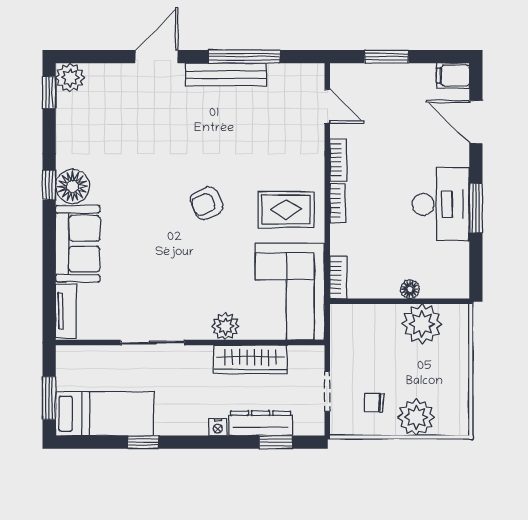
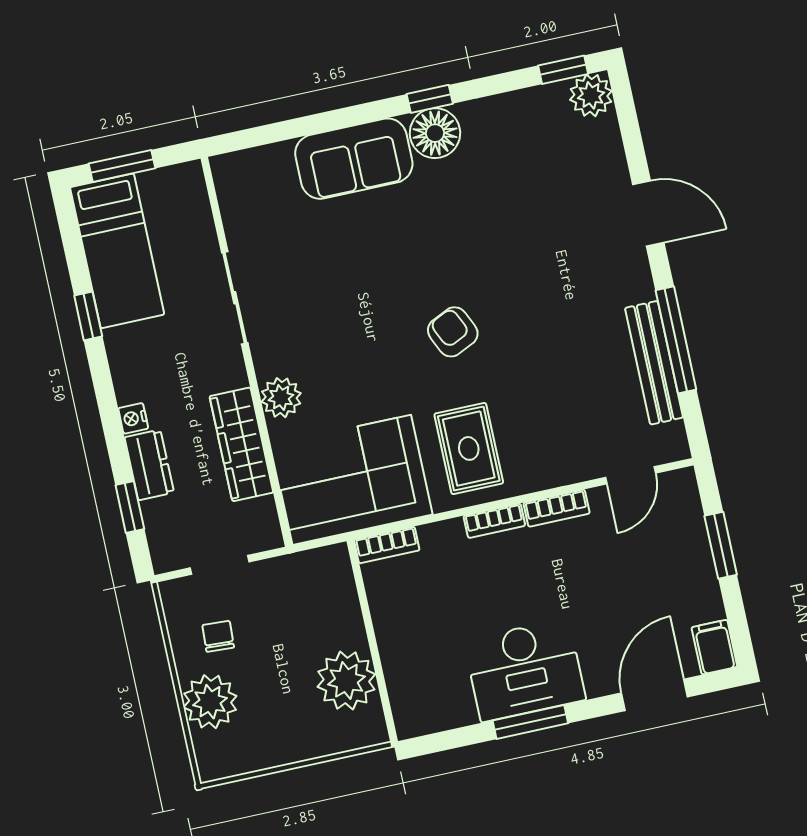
bench: (226, 75) -> (654, 363), moved
floor lamp: (410, 289) -> (393, 652), removed
tv unit: (66, 311) -> (253, 163), removed
dresser: (261, 423) -> (149, 465), width x0.70

